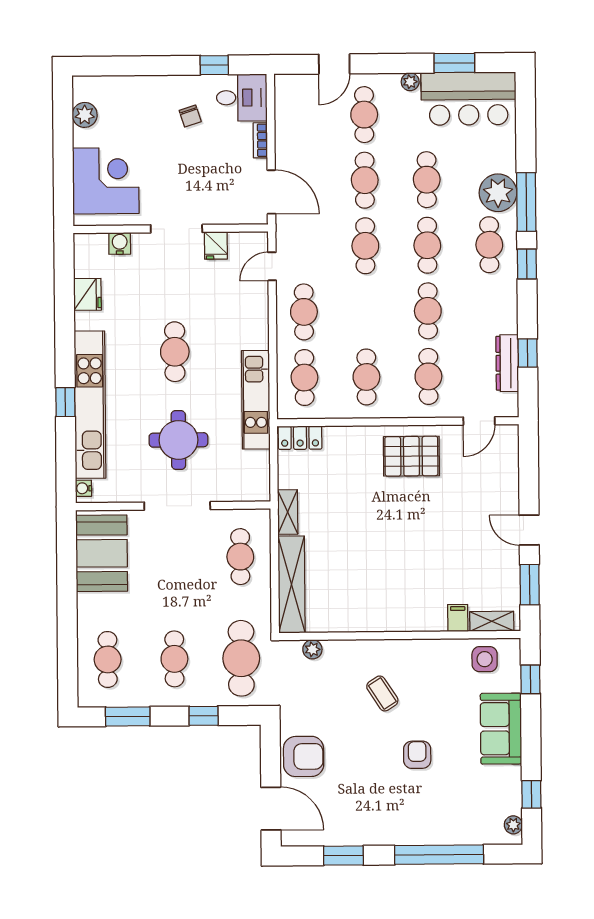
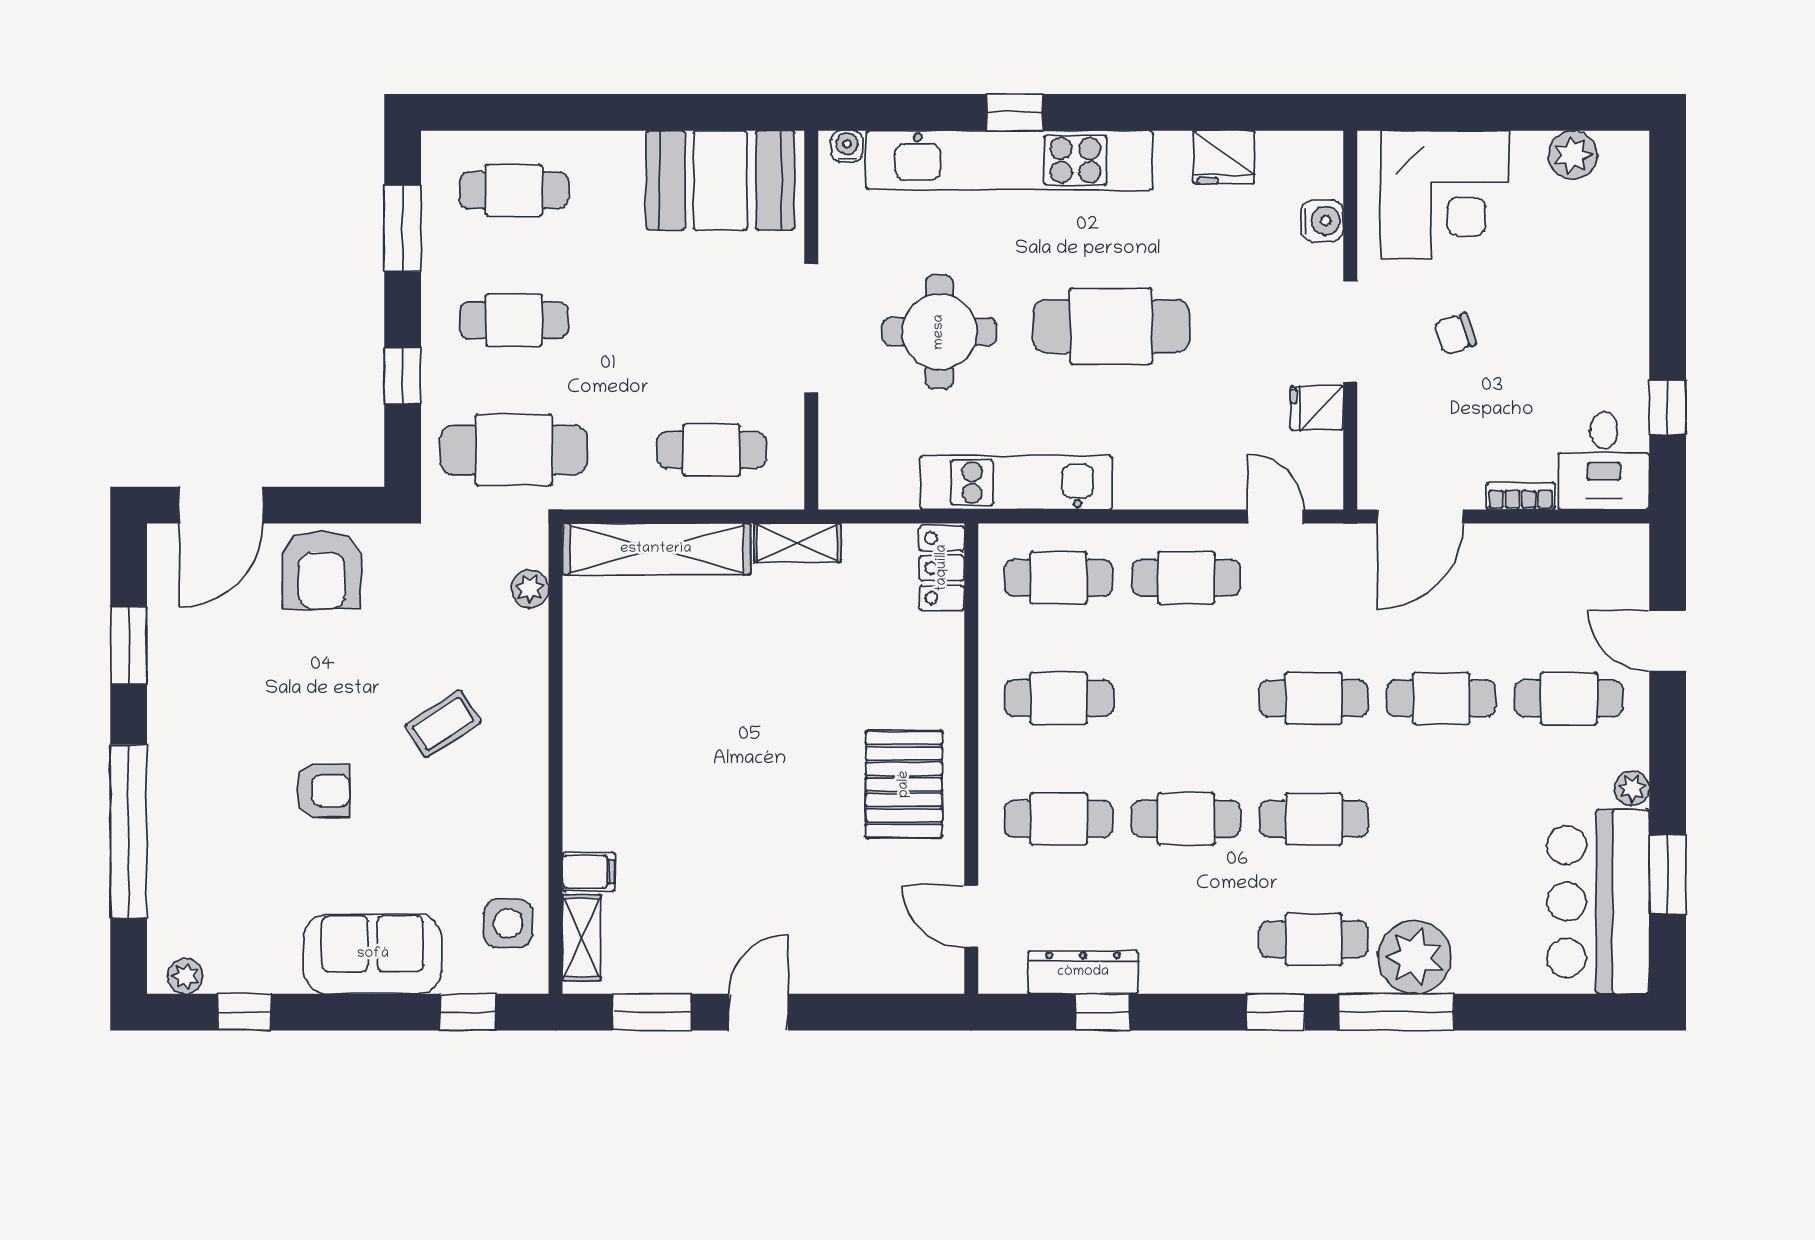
chair: (190, 116) -> (1455, 334), moved
cafe table: (427, 180) -> (1441, 819), removed
cafe table: (175, 352) -> (1111, 326), width x1.37, depth x1.35

